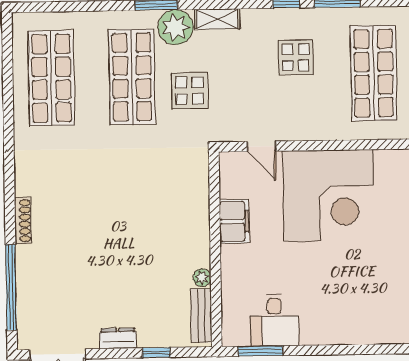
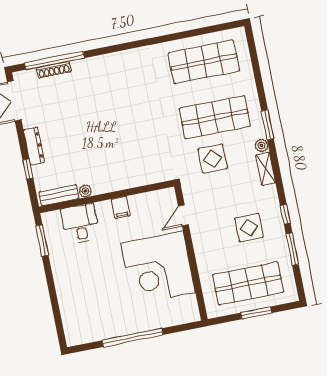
plant: (175, 27) -> (261, 145), width x0.53, depth x0.53
shoe rack: (23, 221) -> (54, 70), moved
filing cabinet: (234, 221) -> (121, 207), width x0.50
desk: (274, 320) -> (80, 224), moved, turned 90
dresser: (118, 338) -> (34, 146), width x1.44

